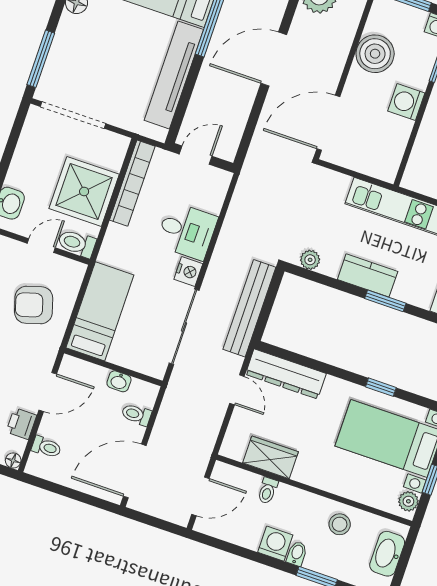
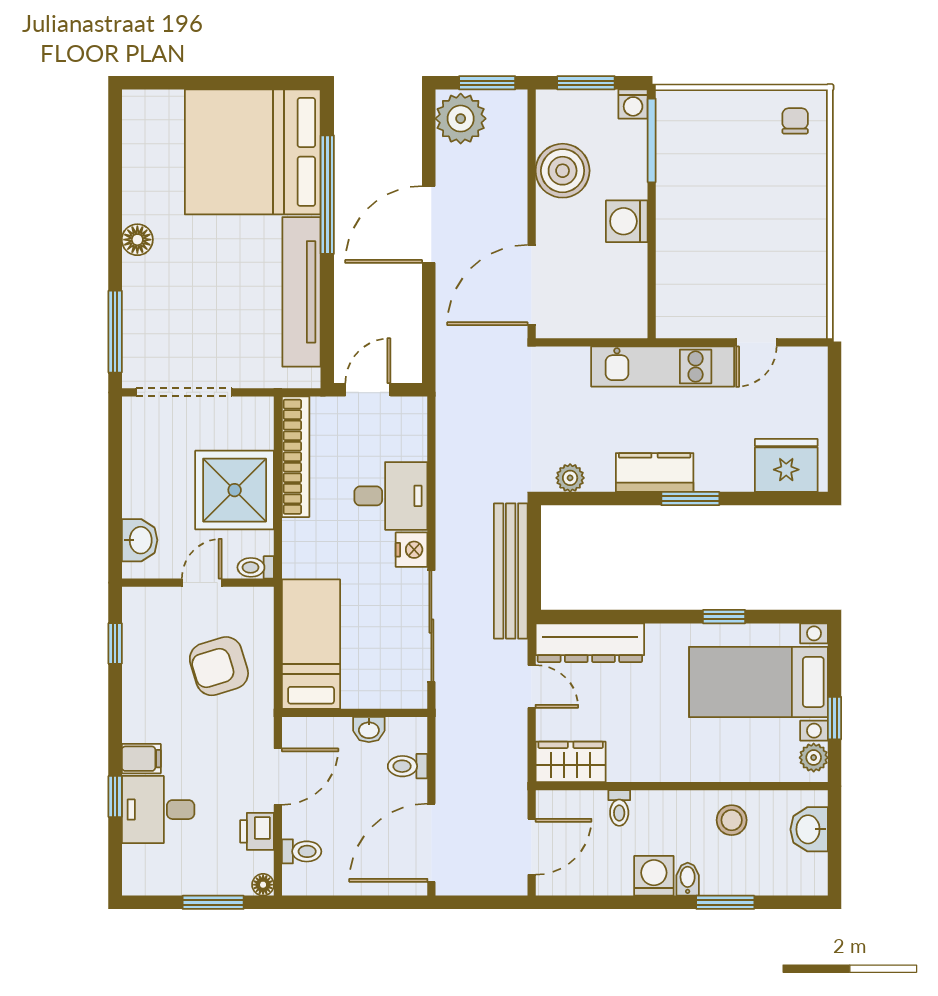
toilet: (77, 243) -> (256, 567), width x0.73, depth x0.72
wardrobe: (270, 457) -> (571, 762), moved
washbasin: (387, 554) -> (809, 829), width x0.72

